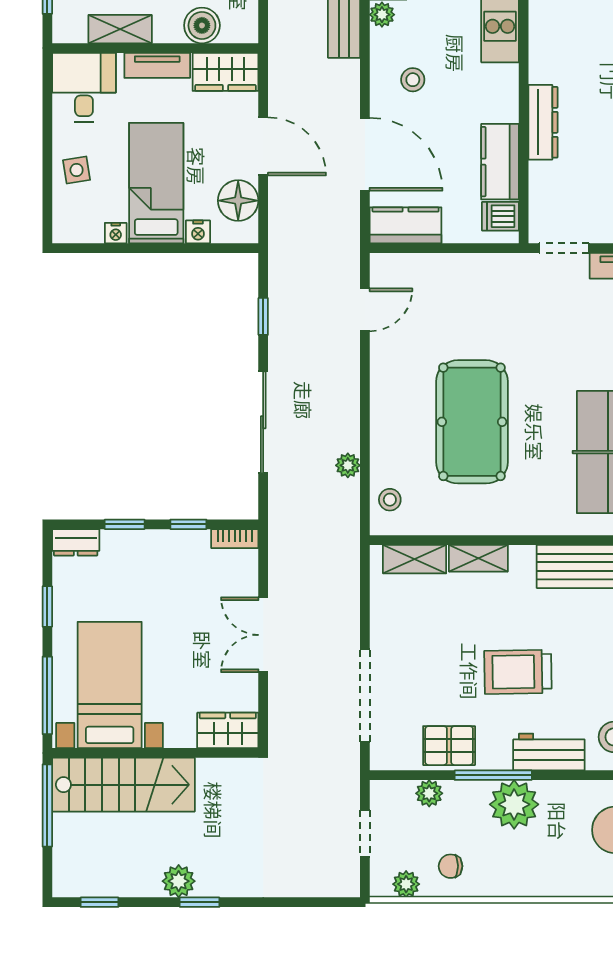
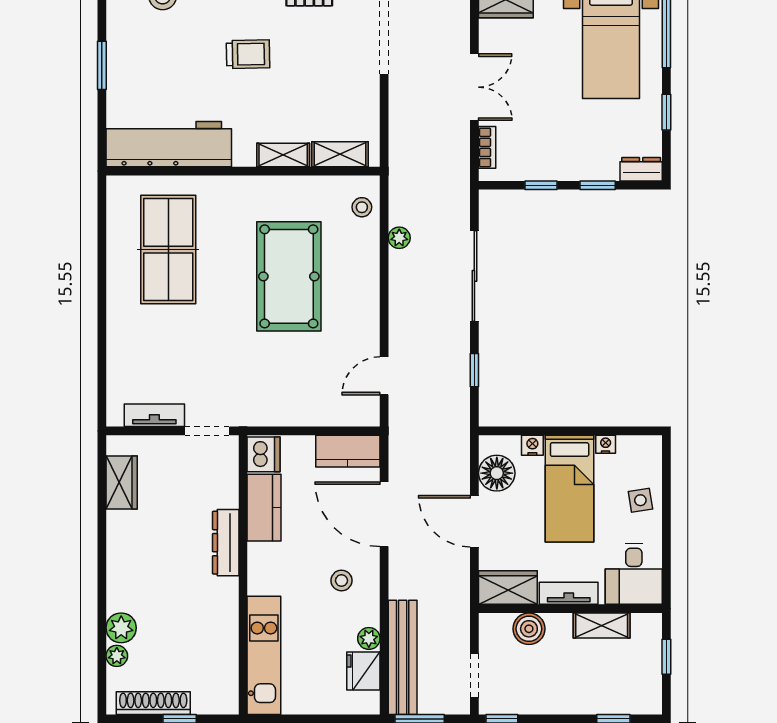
dishwasher: (500, 216) -> (264, 454), width x1.38
bookcase: (235, 539) -> (487, 147), moved, turned 90
trolley: (518, 672) -> (248, 54), width x0.73, depth x0.72

